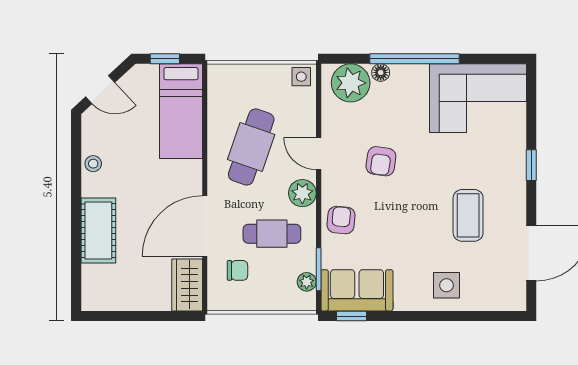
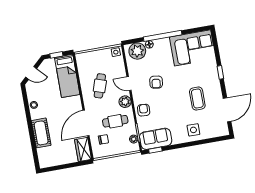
cafe table: (251, 147) -> (100, 86), width x0.73, depth x0.74

